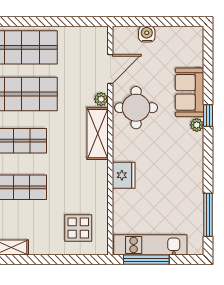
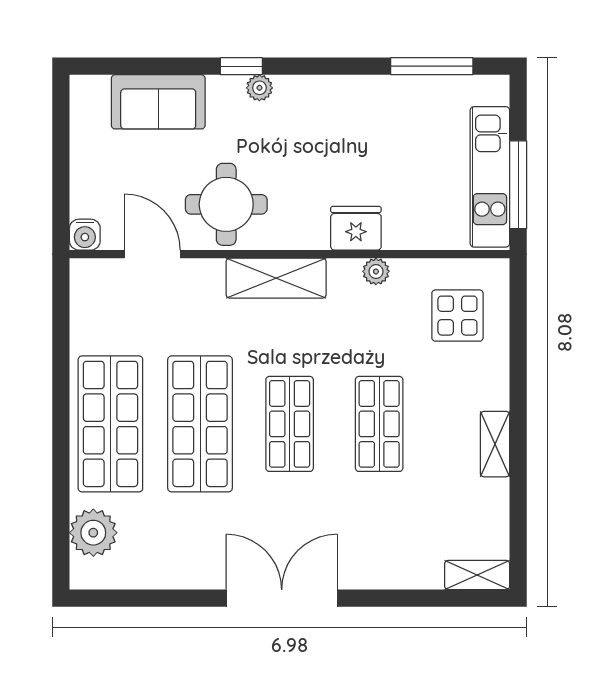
water cooler: (147, 34) -> (85, 235), moved, turned -90
sofa: (189, 92) -> (158, 102), moved
plant: (101, 99) -> (376, 271), moved

